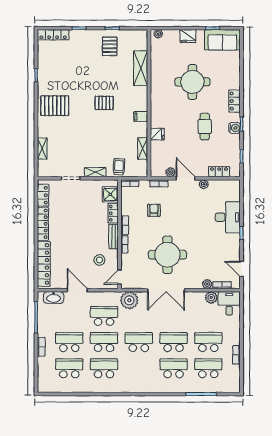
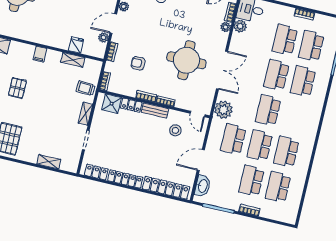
fridge: (157, 134) -> (76, 45), moved

